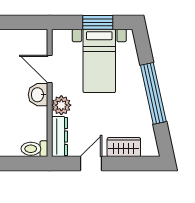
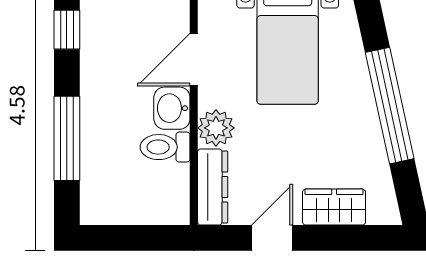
door: (50, 69) -> (194, 60), hinge flipped
toilet: (34, 149) -> (165, 147), moved

